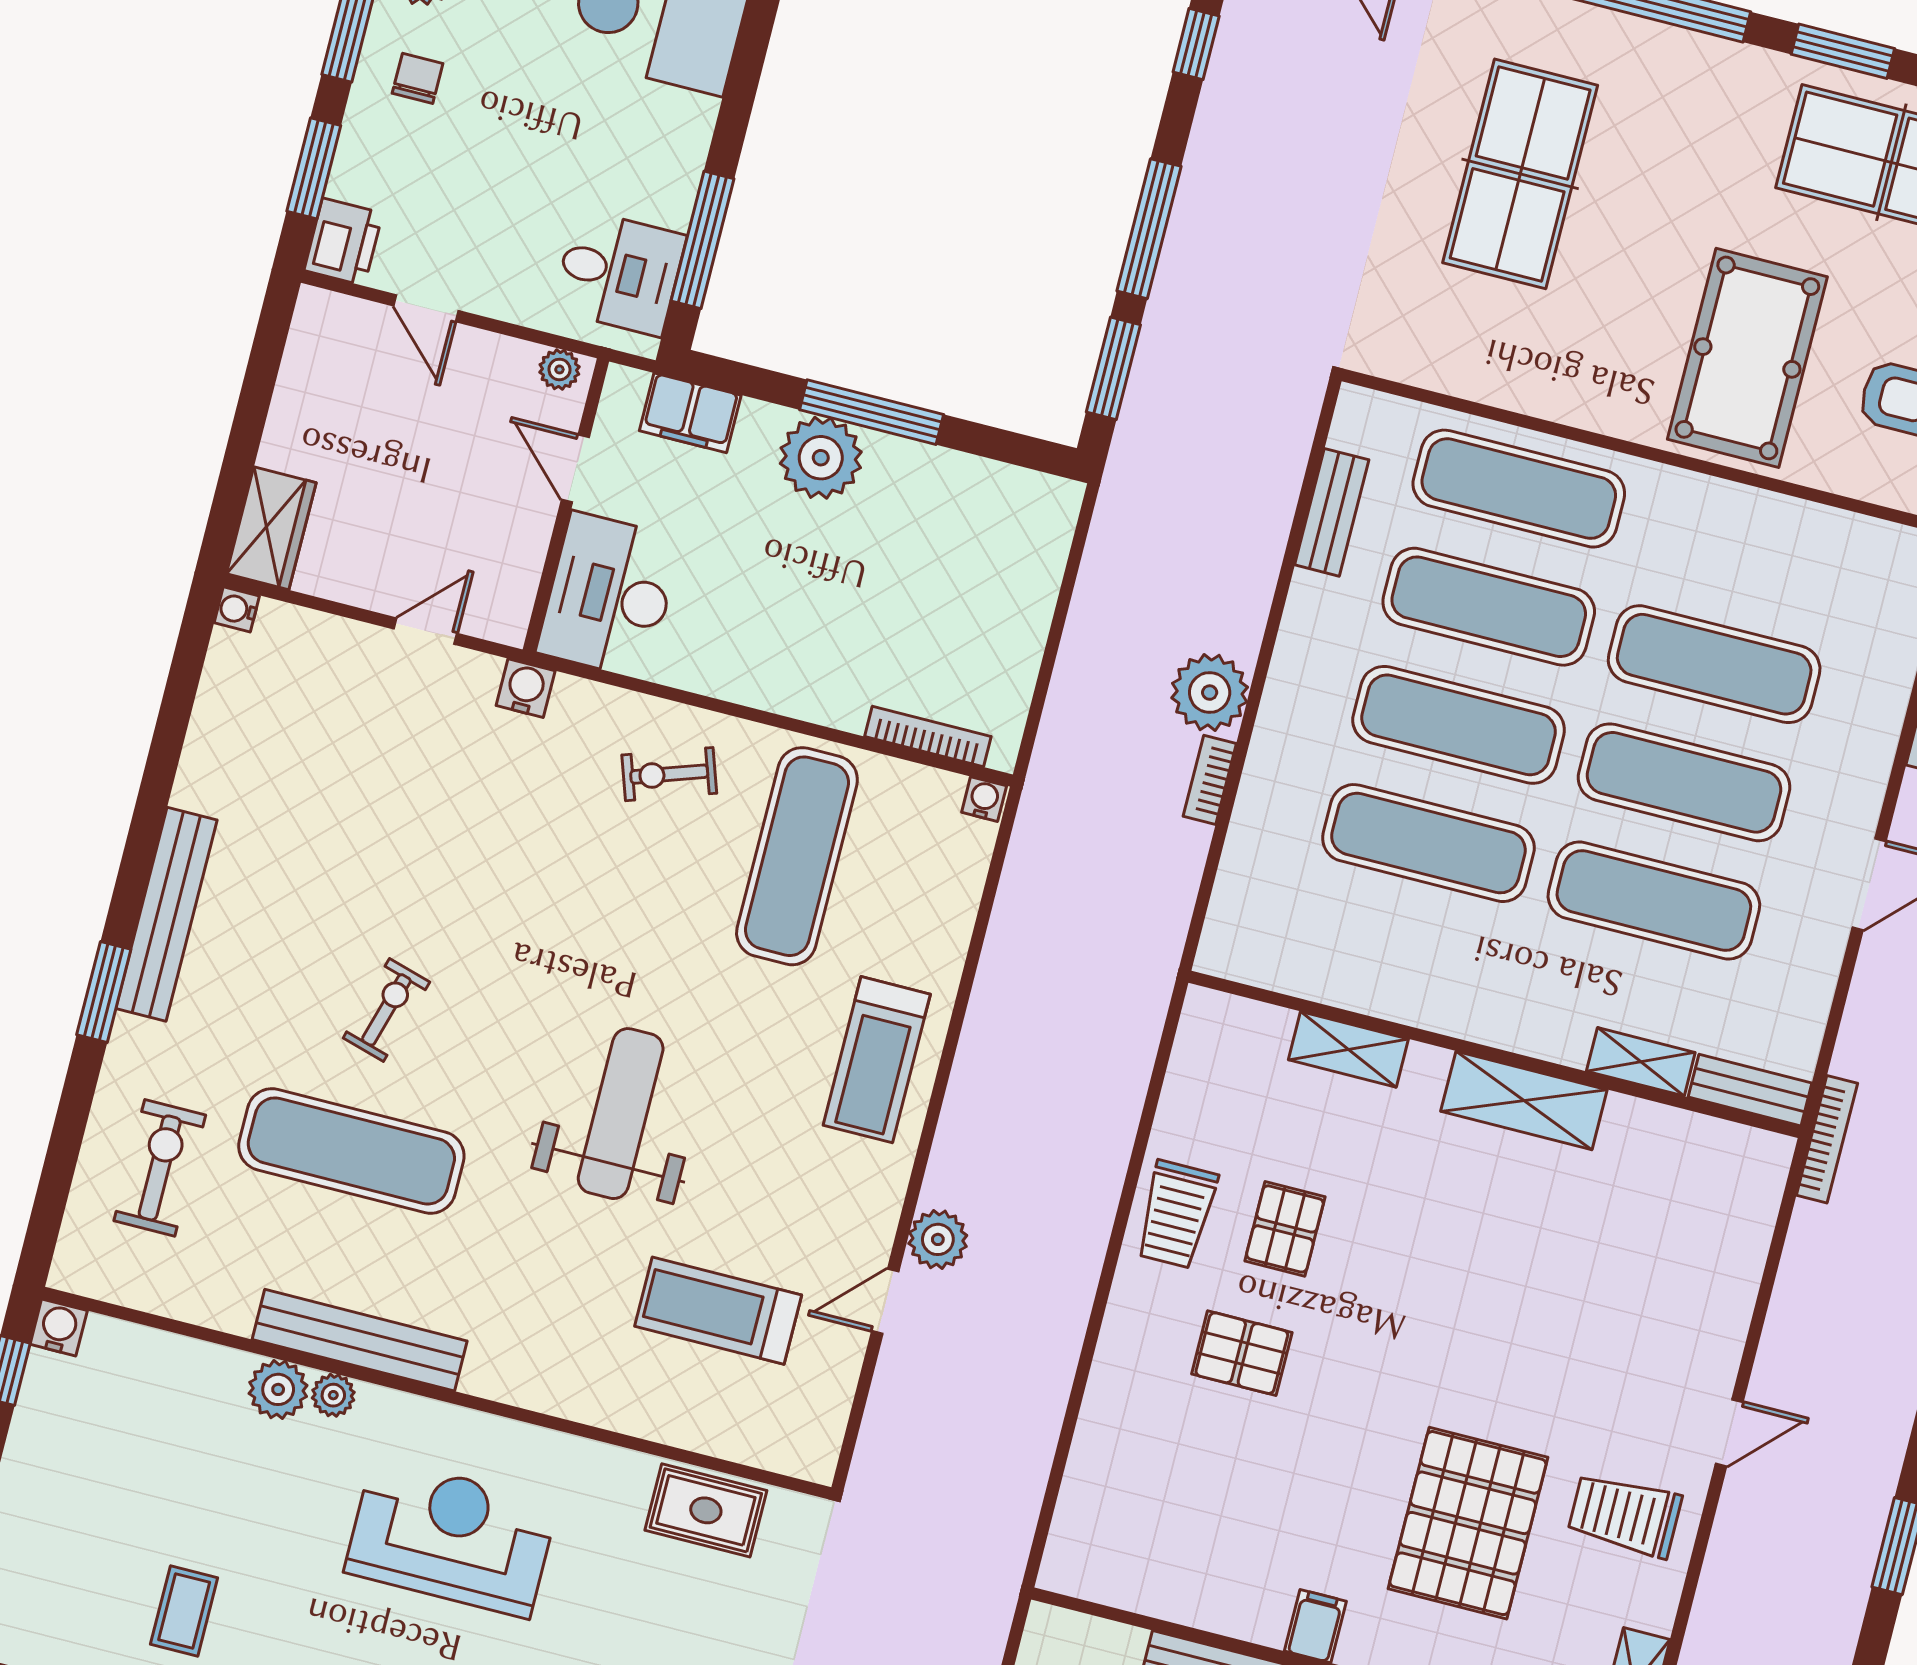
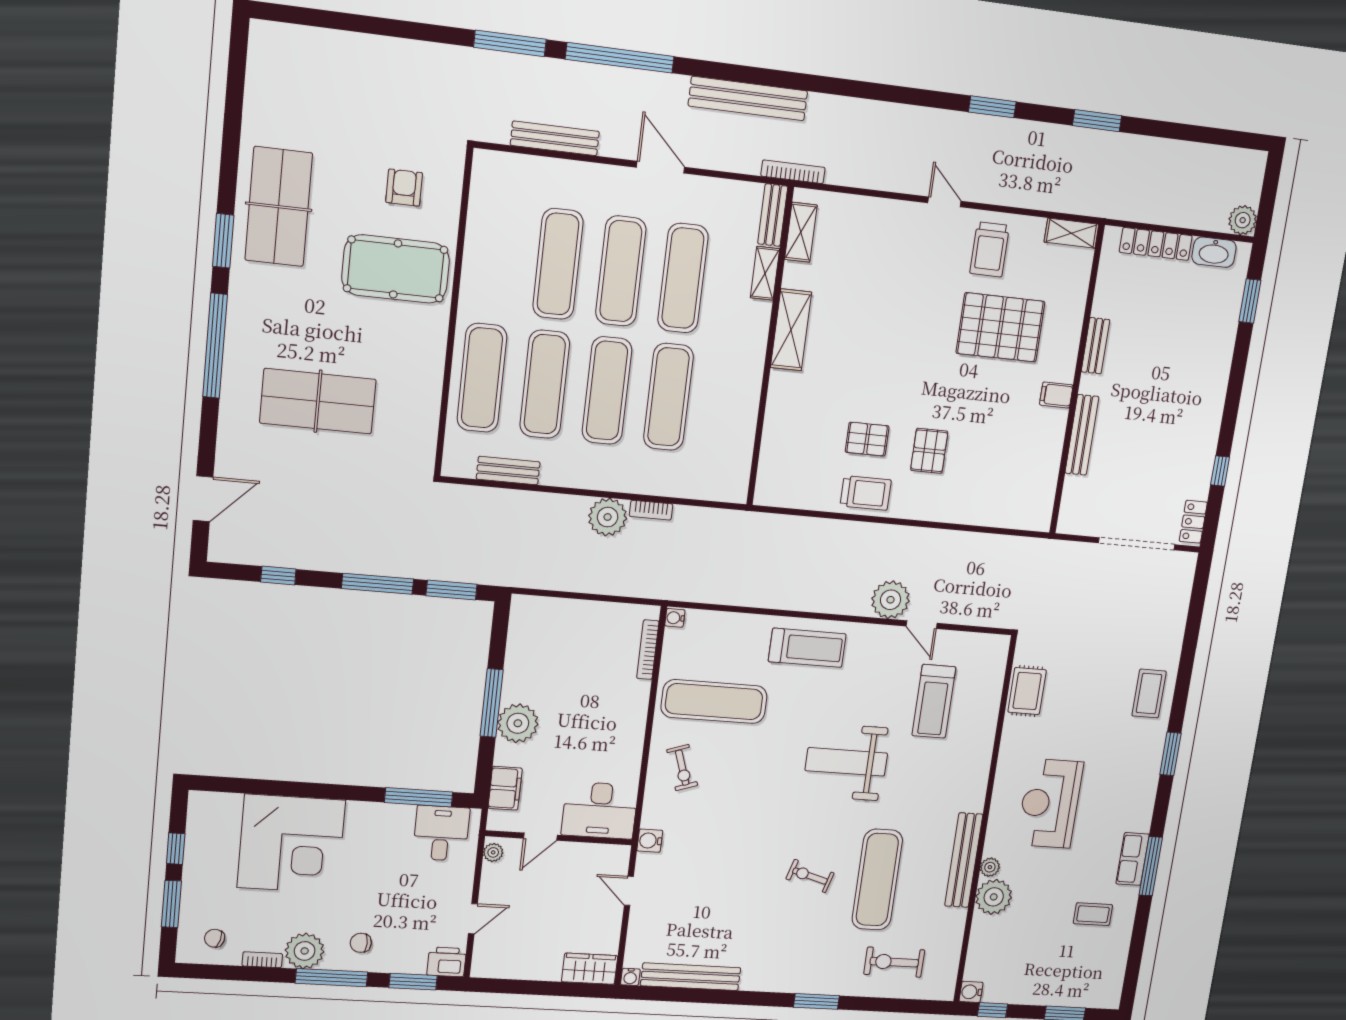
bench: (166, 914) -> (691, 977), moved
shelving: (1348, 1049) -> (801, 232), moved
plant: (938, 1239) -> (891, 600), width x1.36, depth x1.36
plant: (278, 1389) -> (994, 897), width x1.36, depth x1.36

